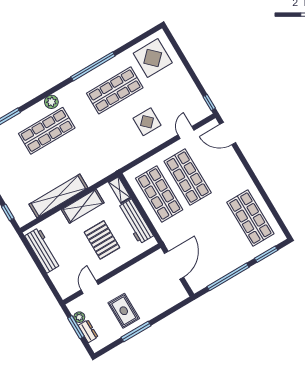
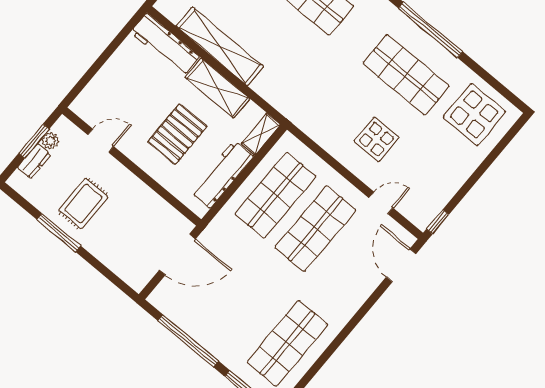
workbench: (43, 250) -> (165, 45), moved, turned 90

